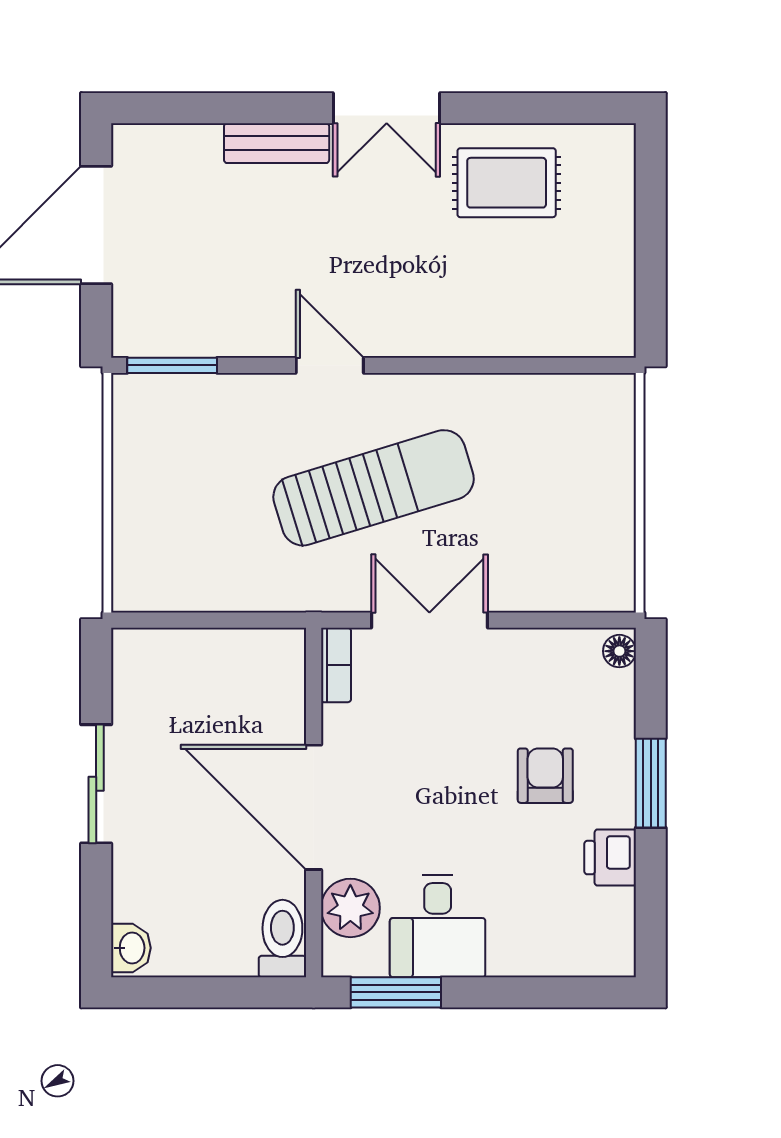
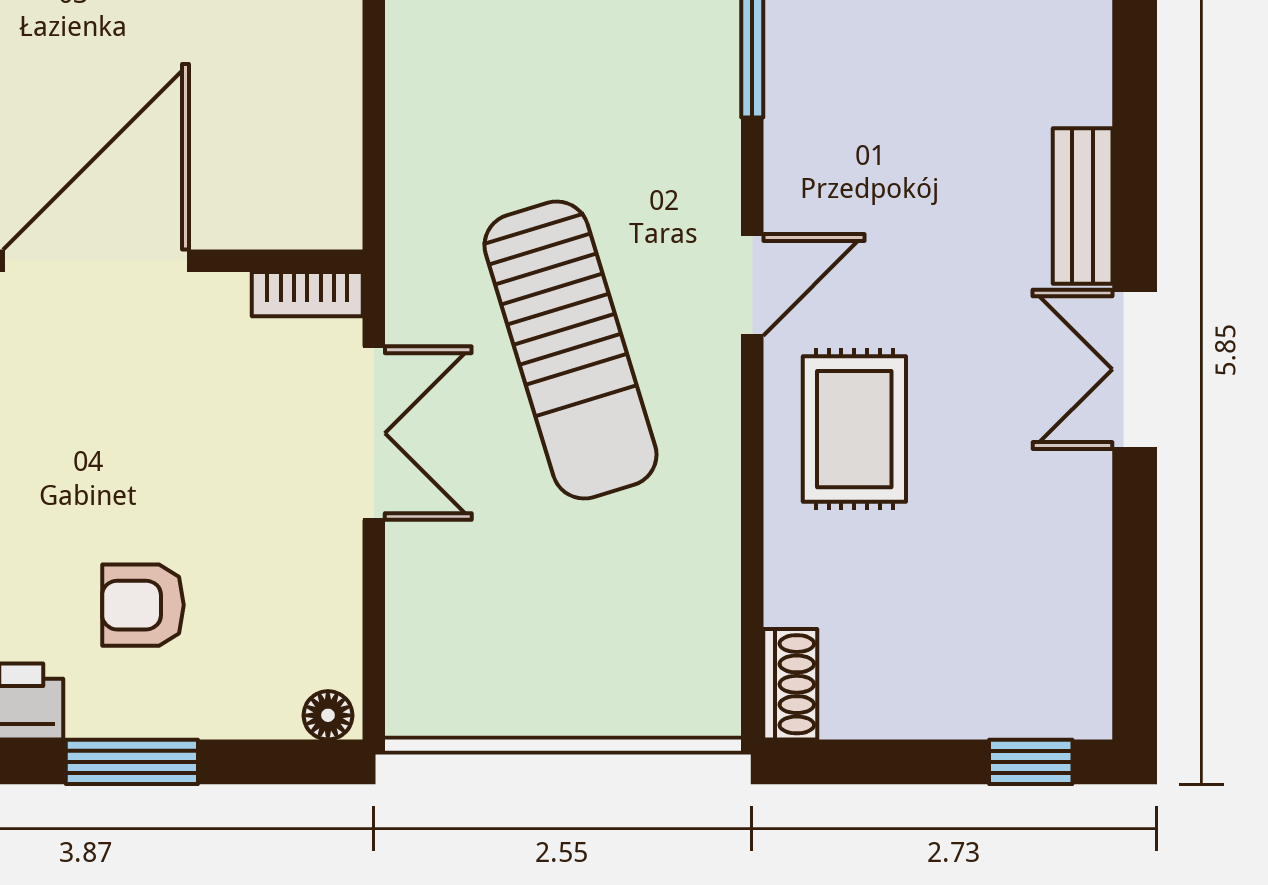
window: (651, 178) -> (1031, 762), added
rug: (507, 183) -> (854, 429), moved
shoe rack: (599, 340) -> (790, 684), added
armchair: (545, 776) -> (143, 605), turned 180

